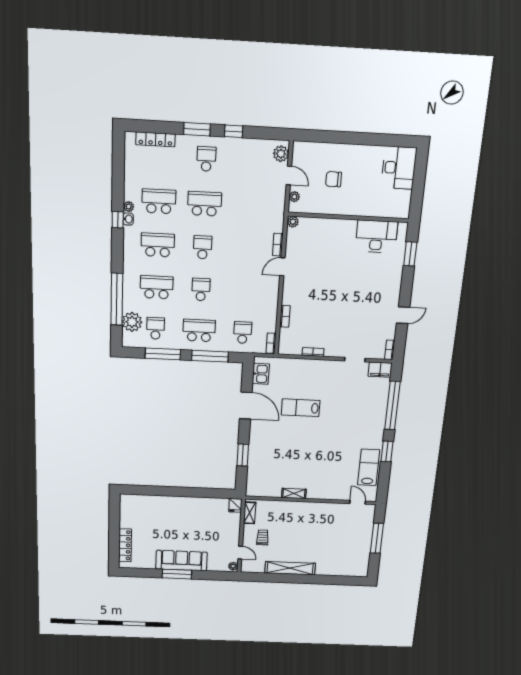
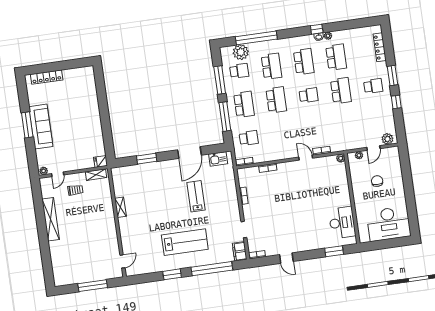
desk: (399, 168) -> (389, 224), width x1.36, depth x1.30
school desk: (201, 289) -> (276, 100), width x1.85
lab bench: (369, 467) -> (185, 242), moved, width x1.36, depth x1.39

